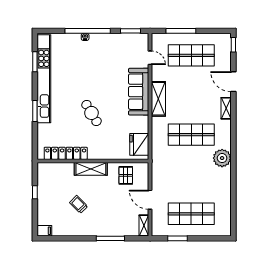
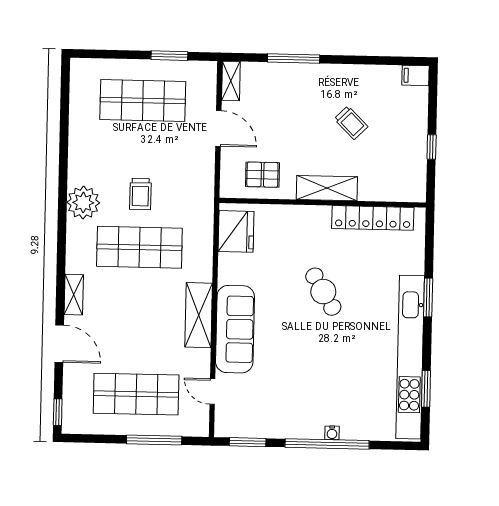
trolley: (191, 163) -> (140, 194), added
pallet: (126, 175) -> (262, 175), turned 90

